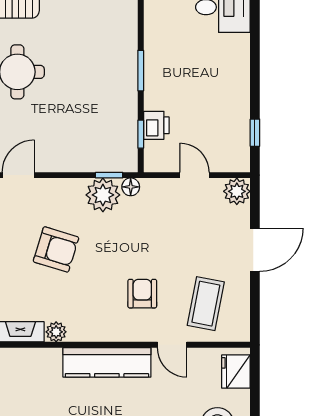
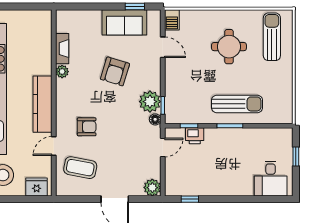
sun lounger: (107, 59) -> (237, 104), added
door: (194, 175) -> (163, 148), moved

